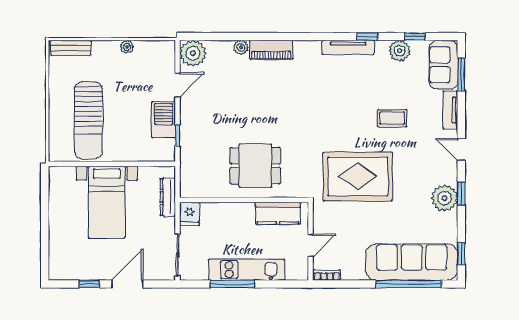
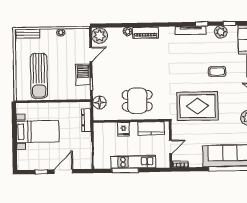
floor lamp: (191, 168) -> (100, 103), added
bed with nightstands: (107, 202) -> (38, 132), moved, turned -90
fridge: (190, 214) -> (123, 129), moved

